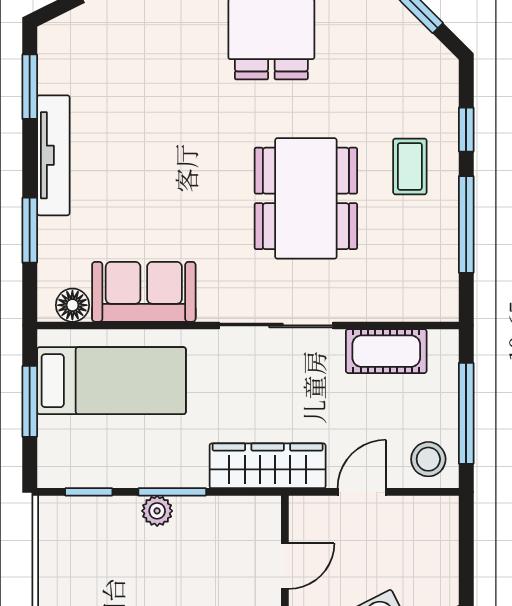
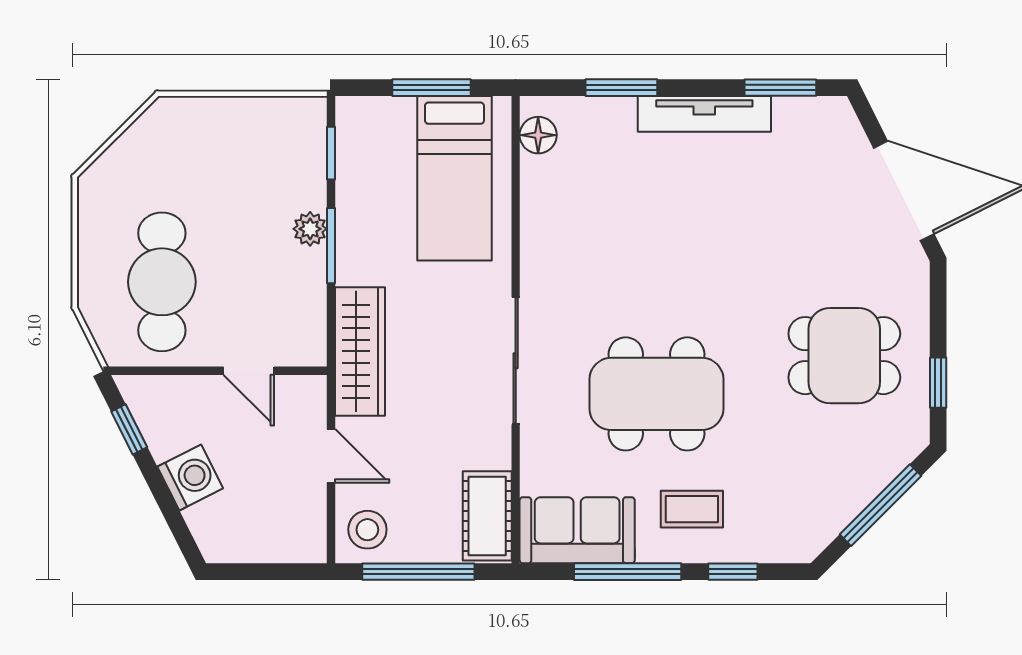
sofa: (144, 292) -> (577, 530), moved, turned -90
cot: (386, 351) -> (487, 516), moved

